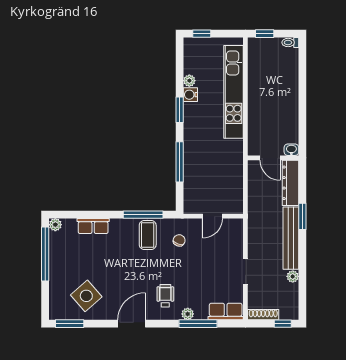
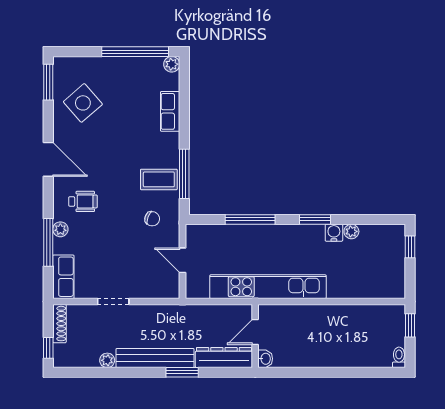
kitchen unit: (234, 92) -> (268, 287), moved

